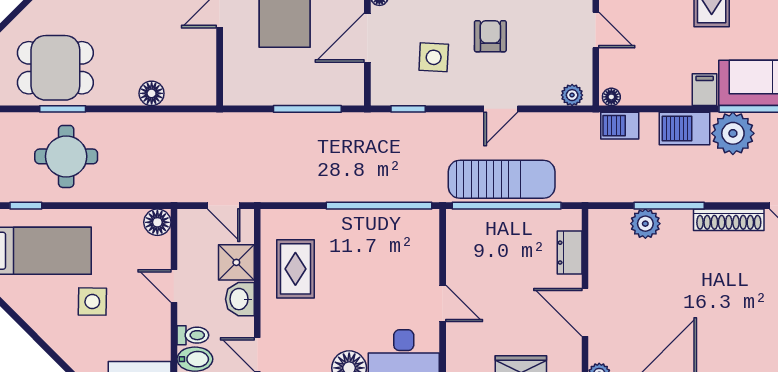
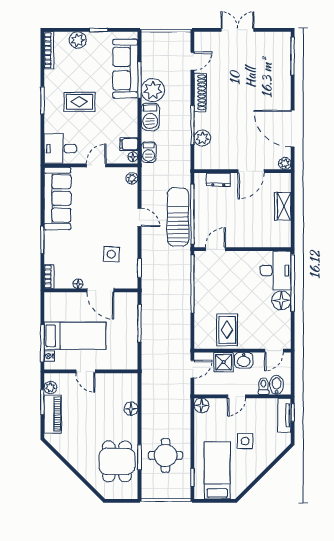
armchair: (490, 36) -> (100, 223), removed
filing cabinet: (705, 90) -> (129, 144), moved
rug: (295, 269) -> (227, 330), turned 90
door: (443, 303) -> (215, 249), moved

